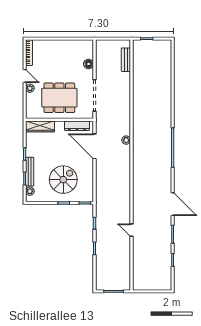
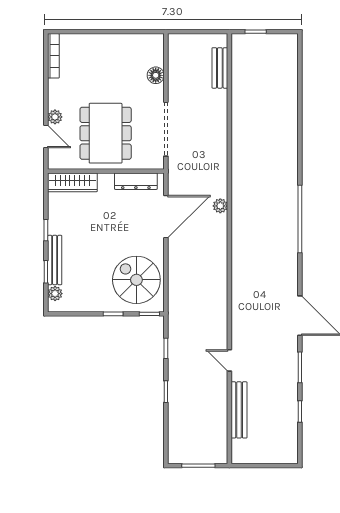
door: (25, 76) -> (46, 137), moved
dining table: (59, 98) -> (106, 133), turned 90
door: (94, 146) -> (166, 217), swing flipped
spiral stairs: (63, 180) -> (136, 280), moved, turned -90
bench: (137, 259) -> (239, 410), added

